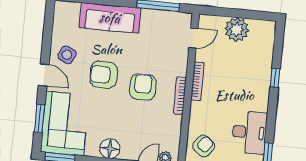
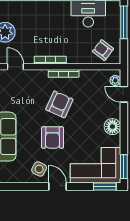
door: (44, 75) -> (57, 187), hinge flipped
armchair: (143, 87) -> (59, 104), turned 114
window: (39, 119) -> (105, 187), moved

